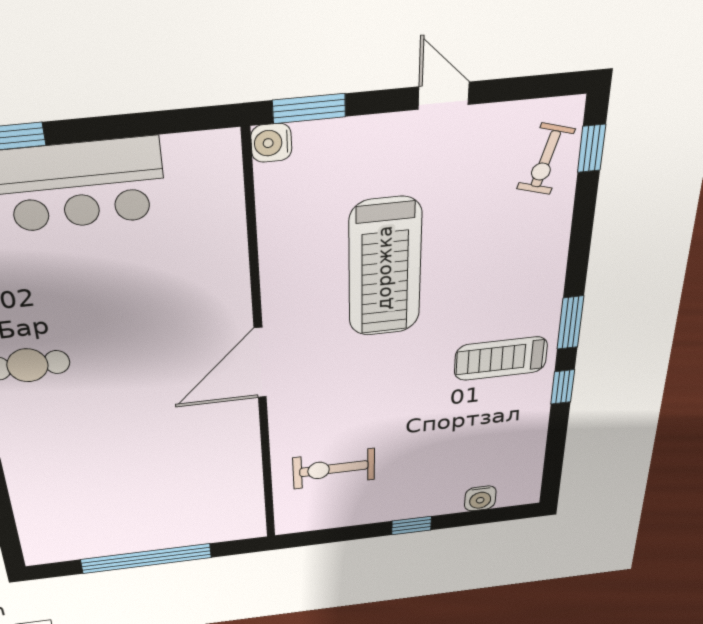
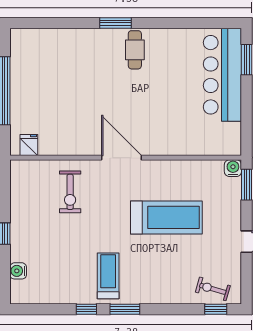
treadmill: (385, 268) -> (166, 217), turned 180
exercise bike: (334, 469) -> (70, 192), moved, turned 180
fridge: (245, 512) -> (29, 145), added

